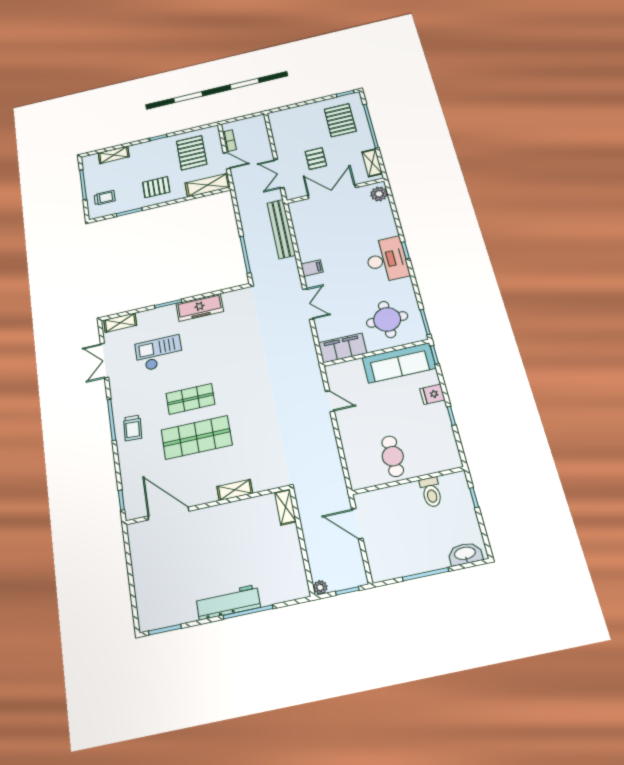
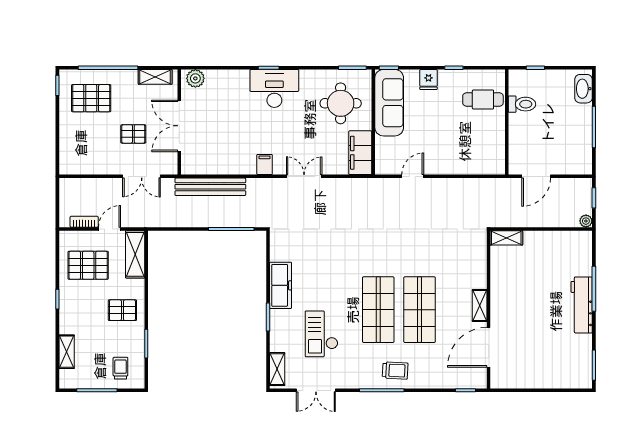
pallet: (156, 187) -> (122, 310), turned 90
shop shelf: (190, 399) -> (378, 310), width x1.43, depth x1.36
cafe table: (393, 456) -> (483, 99), moved
shelving: (235, 490) -> (480, 305), moved

